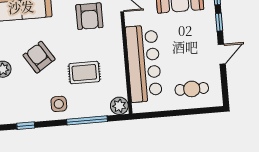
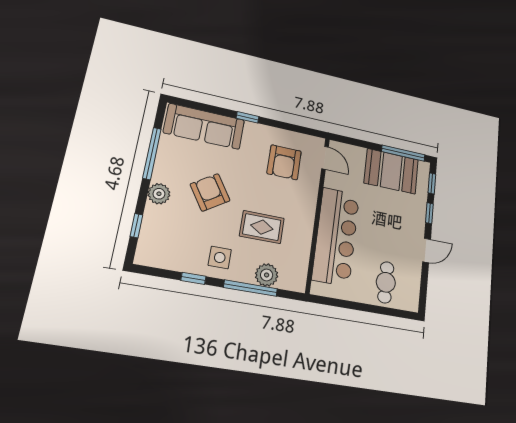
cafe table: (192, 89) -> (386, 282), turned 90
plant: (119, 106) -> (267, 275), moved
window: (26, 126) -> (193, 278), moved

